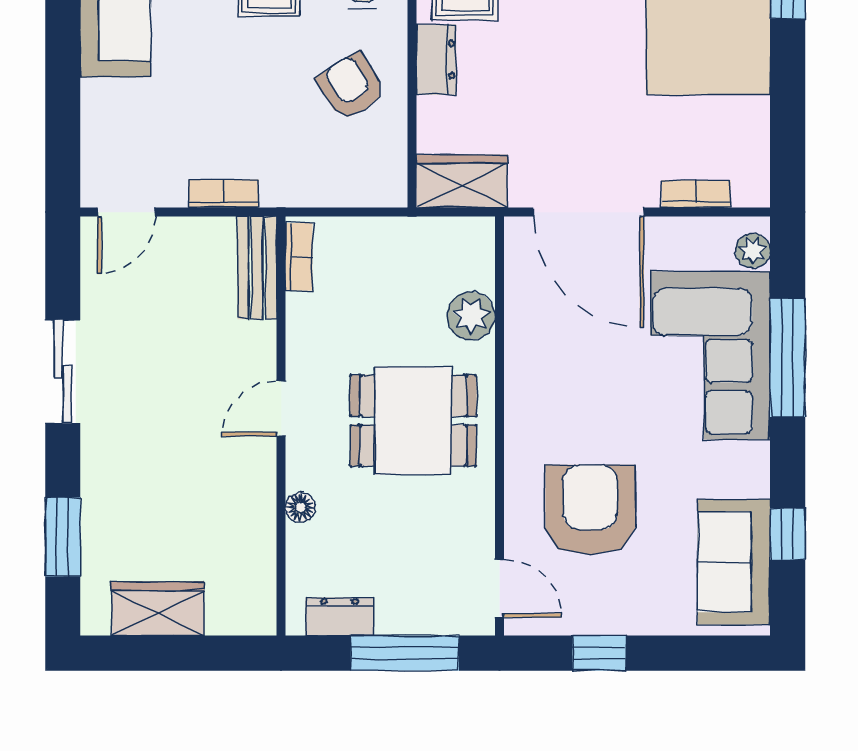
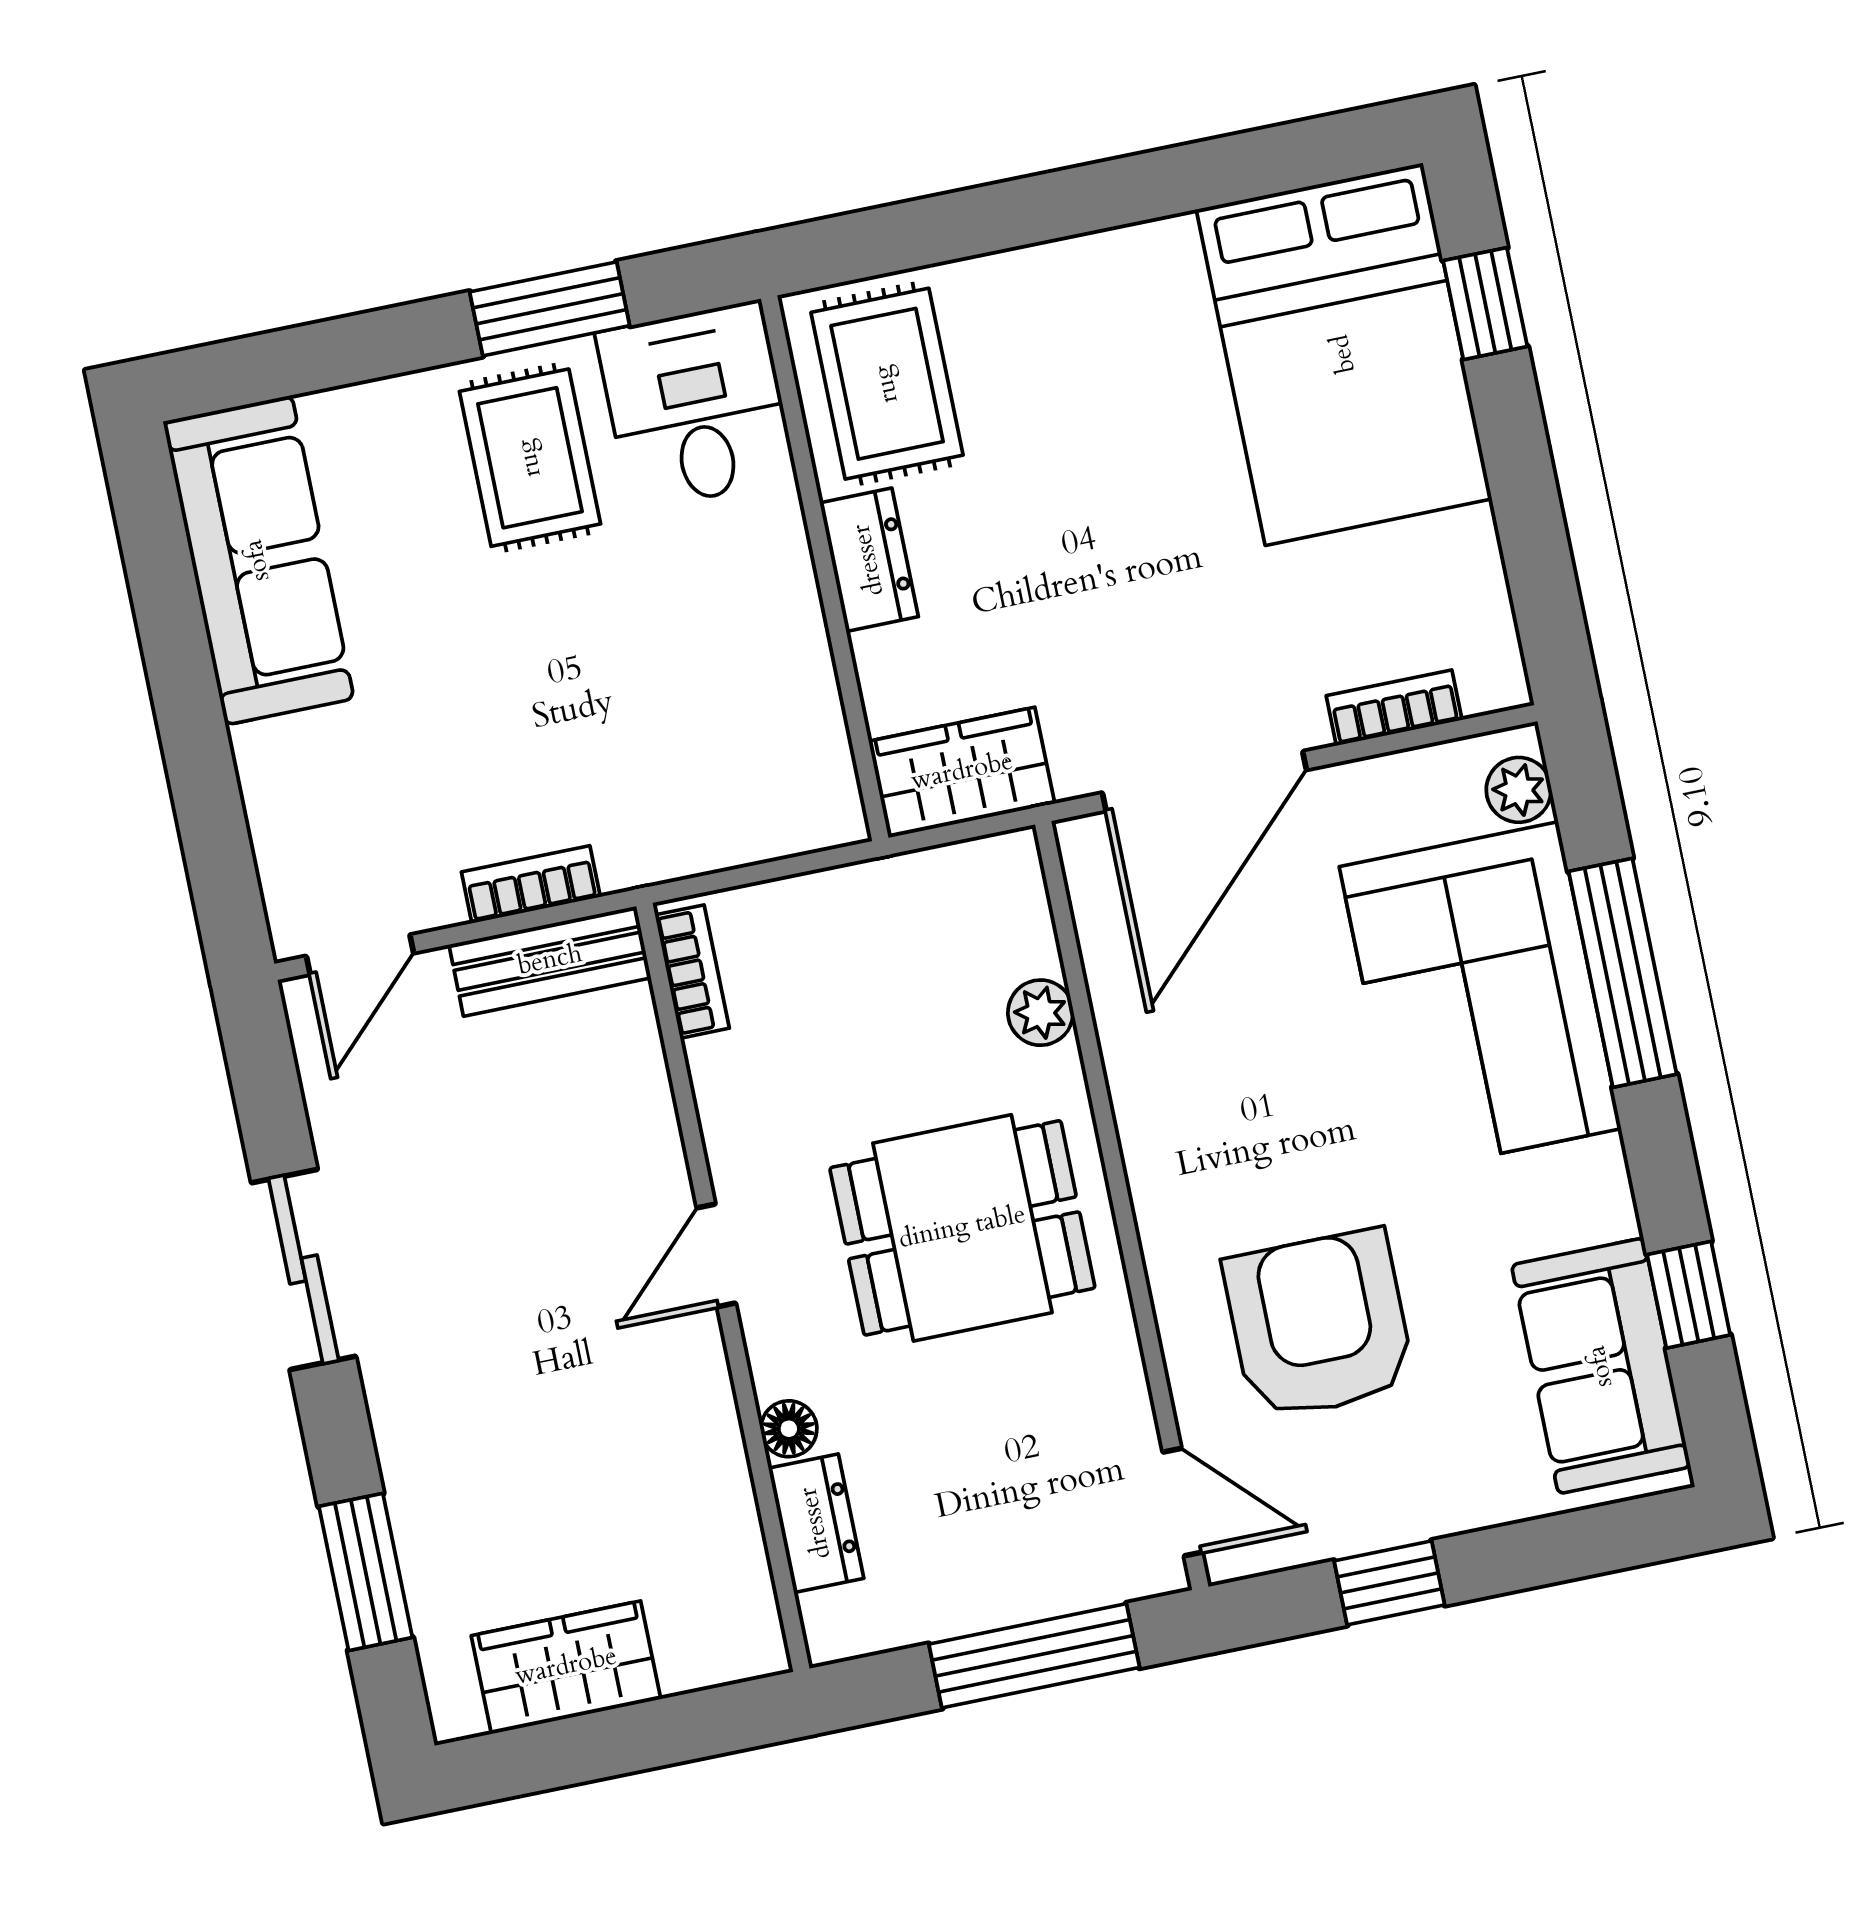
armchair: (351, 87) -> (724, 641), removed
door: (589, 212) -> (1204, 781), hinge flipped
bench: (257, 268) -> (550, 961), moved, turned 90
plant: (471, 316) -> (1041, 1013), width x0.73, depth x0.73
dresser: (339, 616) -> (816, 1523), moved, turned 90

